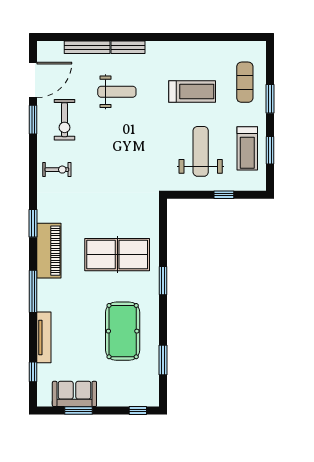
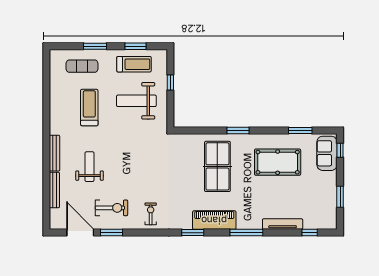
bench: (128, 47) -> (55, 153), width x1.36
sofa: (74, 394) -> (327, 153), moved

